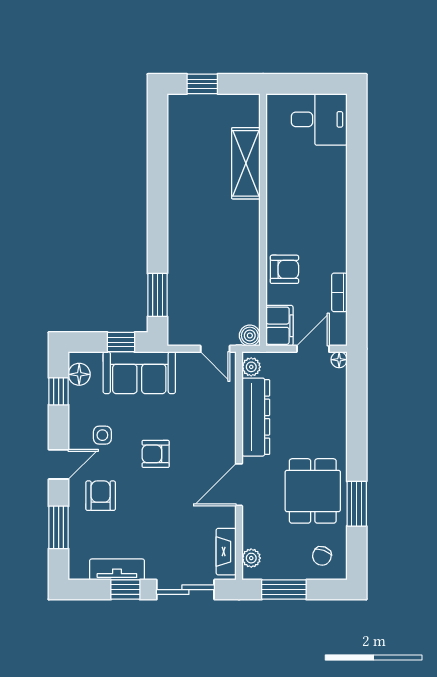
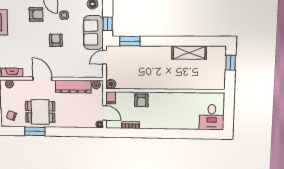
shelving: (246, 163) -> (189, 53), moved
filing cabinet: (280, 326) -> (111, 98), width x0.50
door: (215, 349) -> (105, 57), moved

